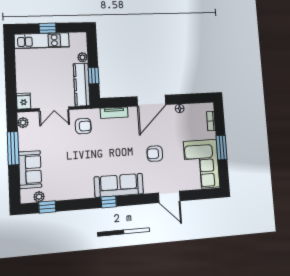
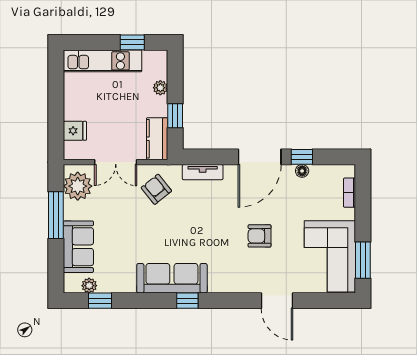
window: (48, 28) -> (132, 42), moved
kitchen counter: (82, 85) -> (157, 139), width x0.67
window: (179, 99) -> (302, 157), added
fridge: (24, 101) -> (75, 131), moved, turned 90
plant: (23, 123) -> (78, 186), width x1.87, depth x1.87
armchair: (83, 126) -> (156, 189), turned -129
window: (222, 147) -> (363, 260), moved
sofa: (119, 185) -> (172, 278), moved

